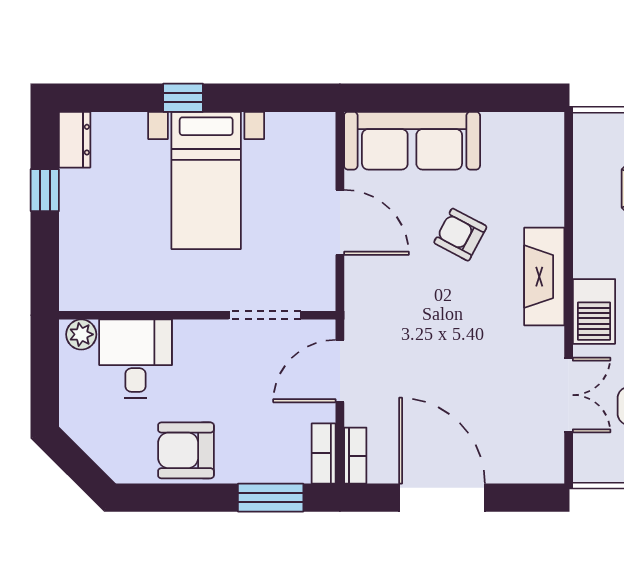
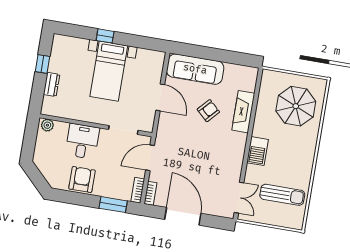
dresser: (75, 140) -> (51, 84), moved
armchair: (460, 235) -> (208, 111), turned 105
fireplace: (544, 277) -> (243, 112), moved
desk: (136, 359) -> (82, 141), moved
double door: (569, 395) -> (239, 198), moved
armchair: (186, 450) -> (82, 180), turned 90

